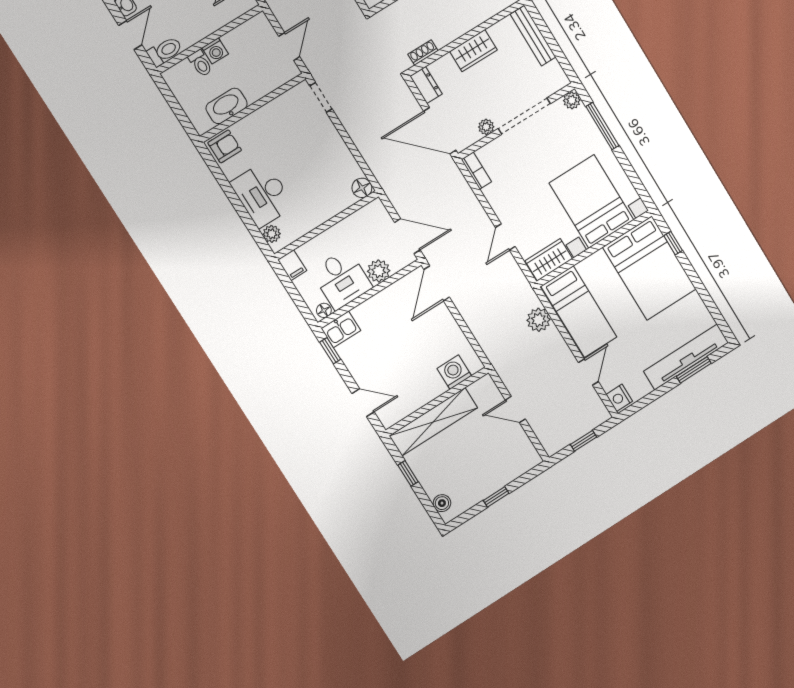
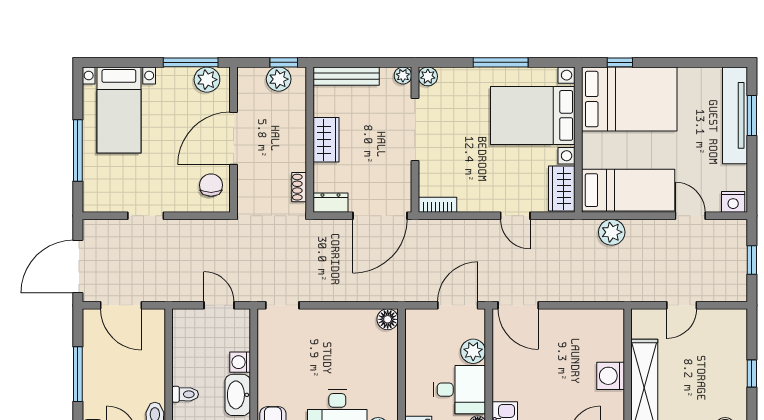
washing machine: (215, 51) -> (240, 362), moved, turned 180
window: (602, 126) -> (501, 62), moved
plant: (486, 127) -> (403, 76), moved
washing machine: (454, 372) -> (611, 376), moved

